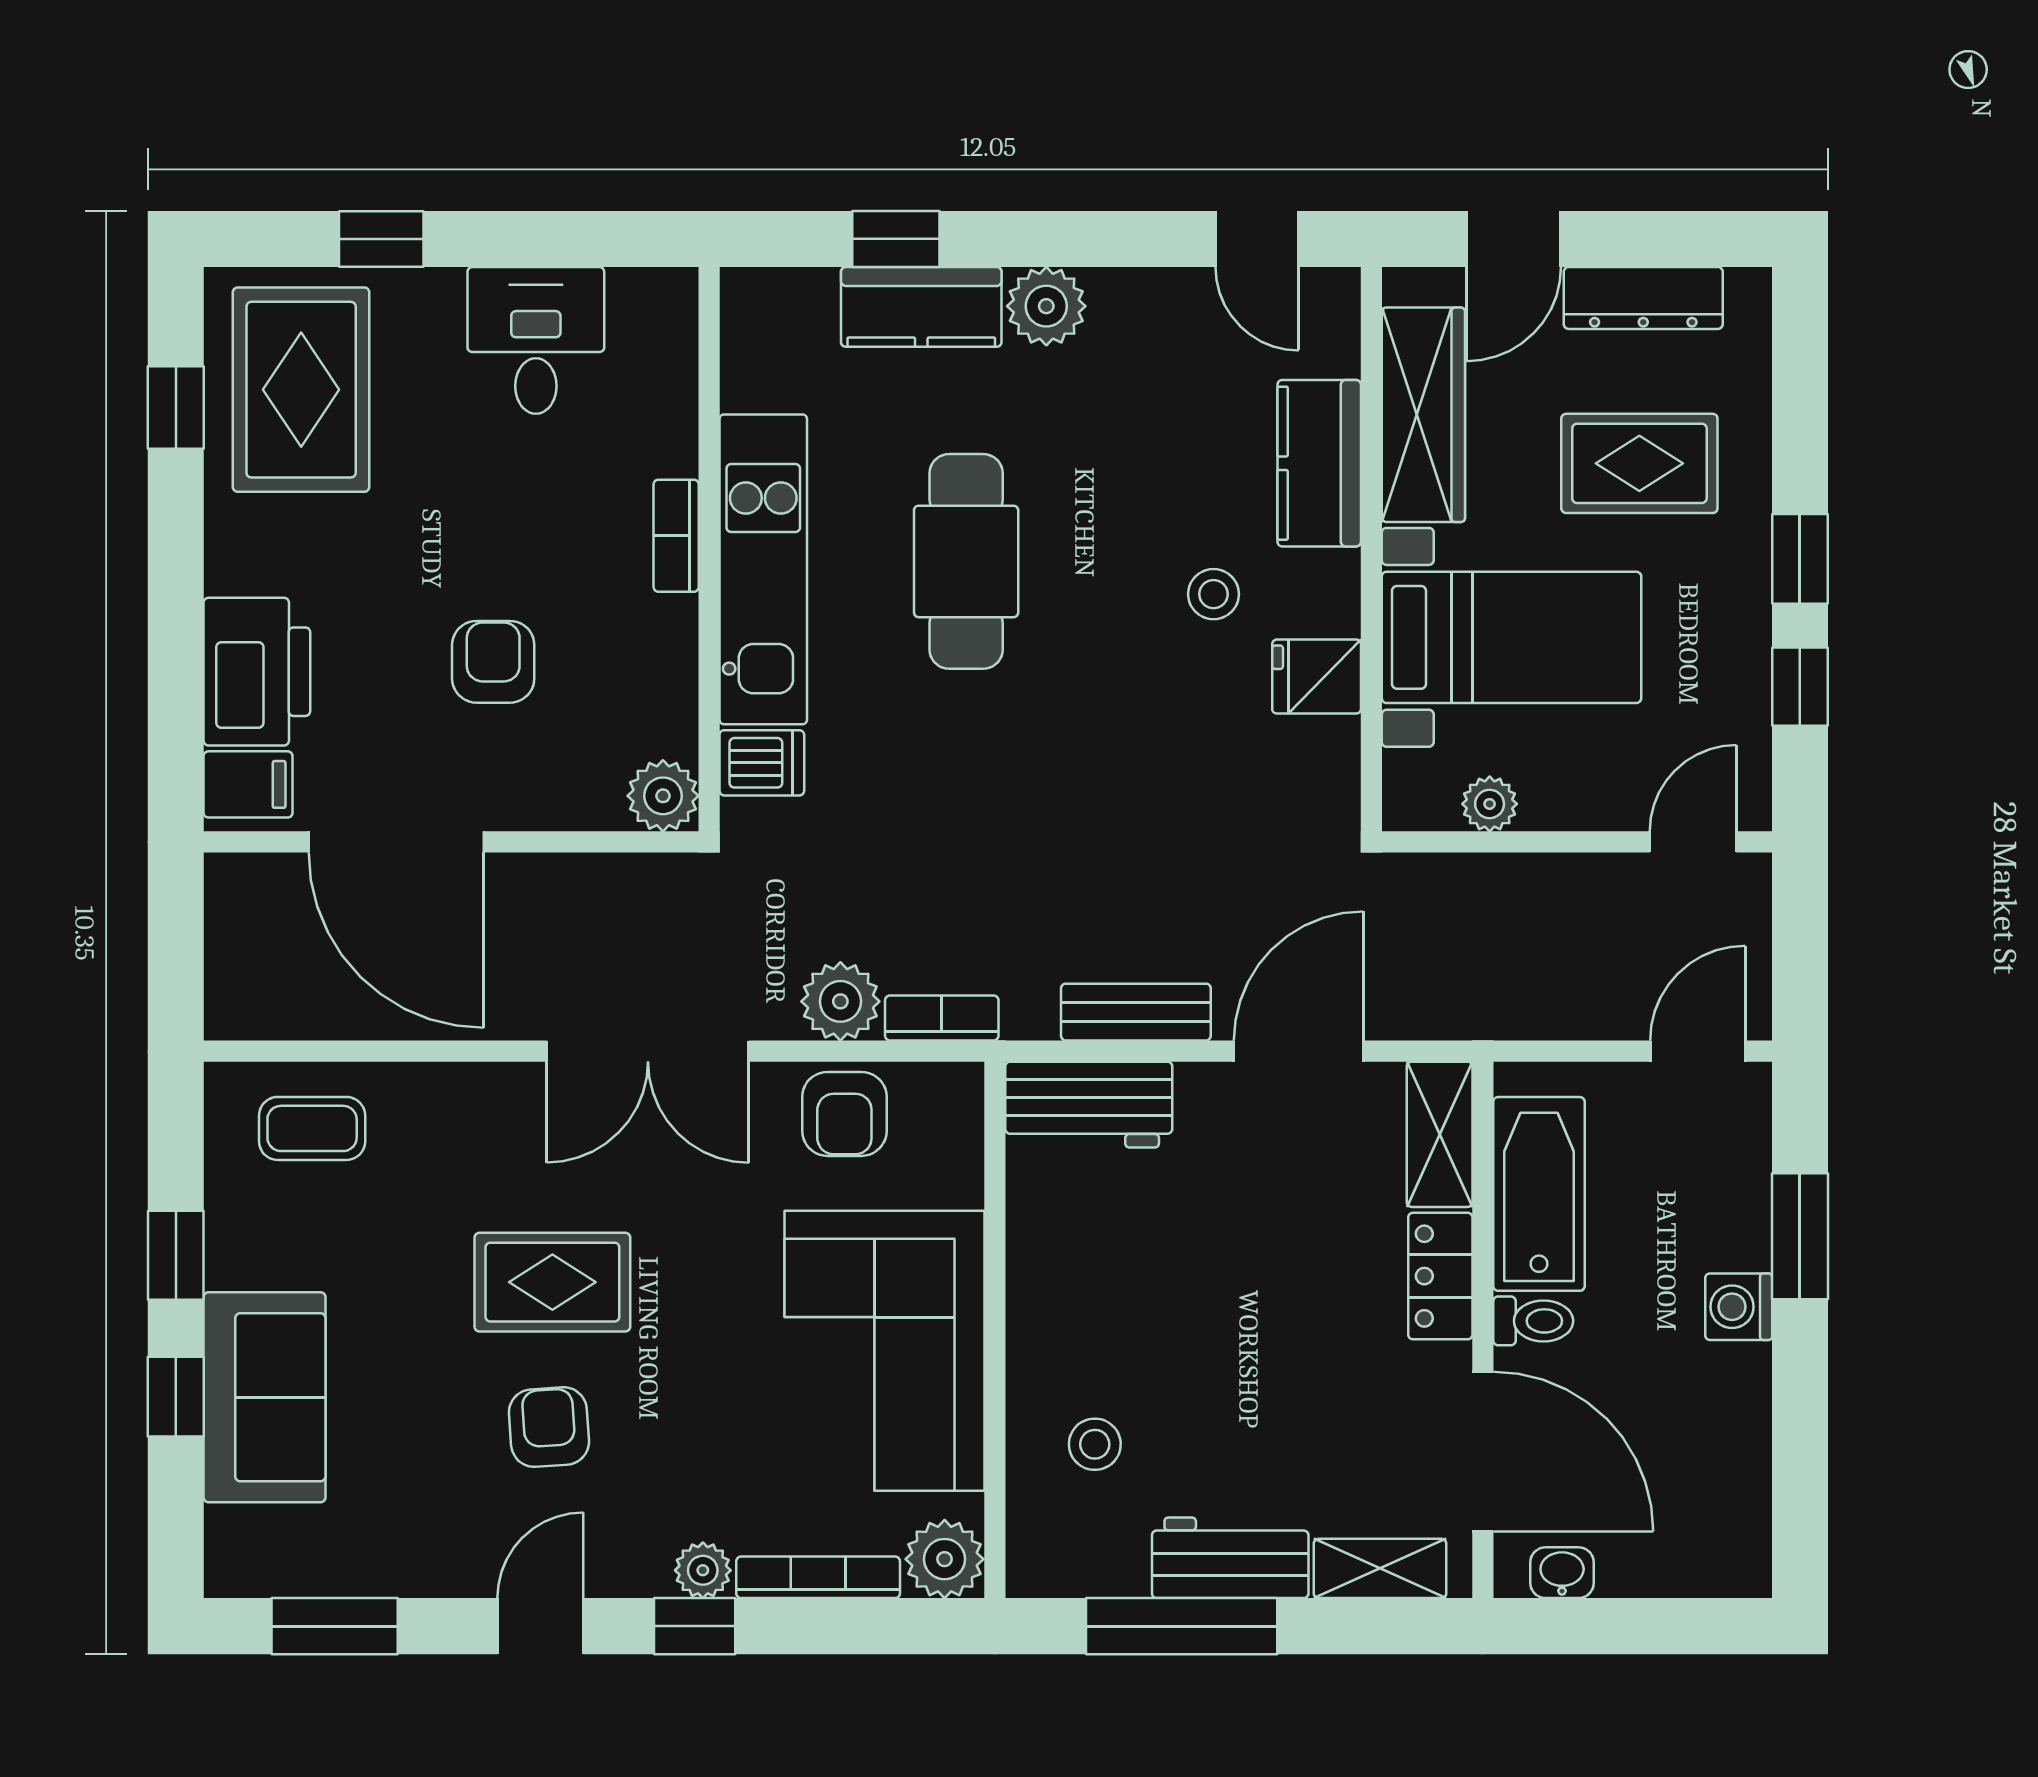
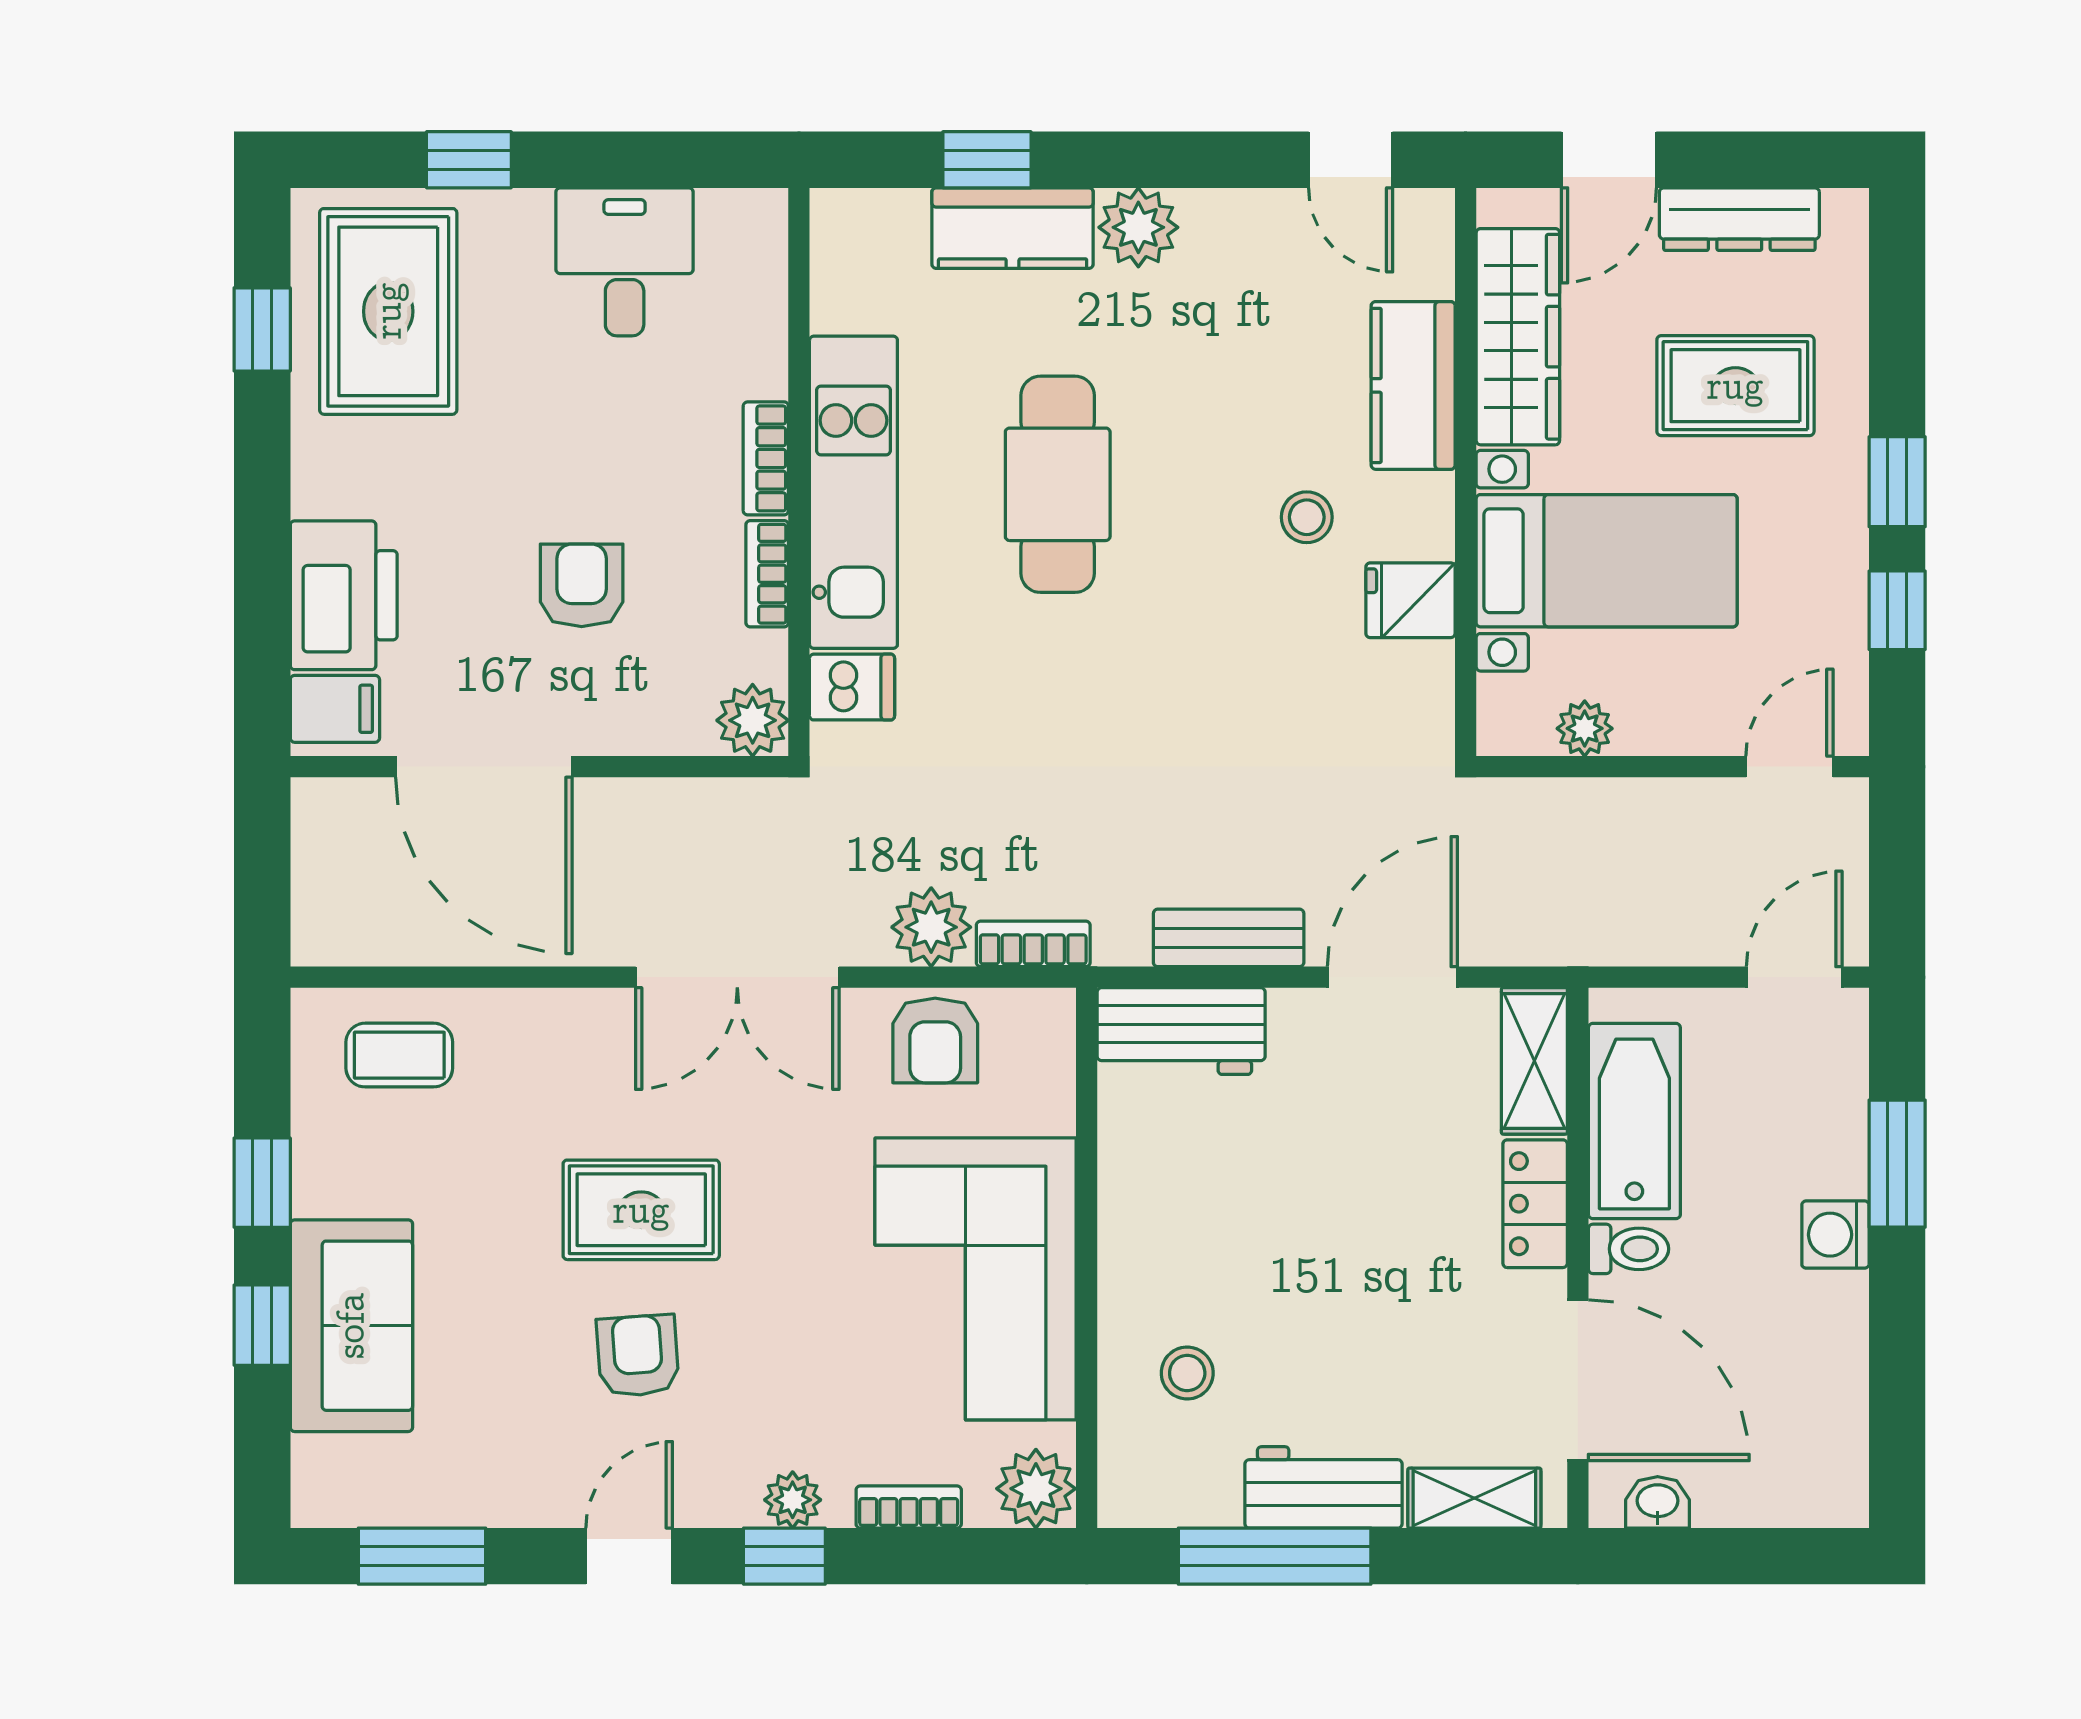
bookcase: (678, 650) -> (767, 574), added
bookcase: (818, 1577) -> (909, 1507), width x0.64

